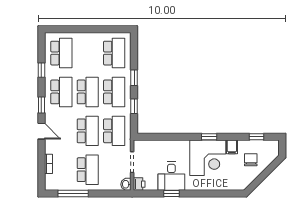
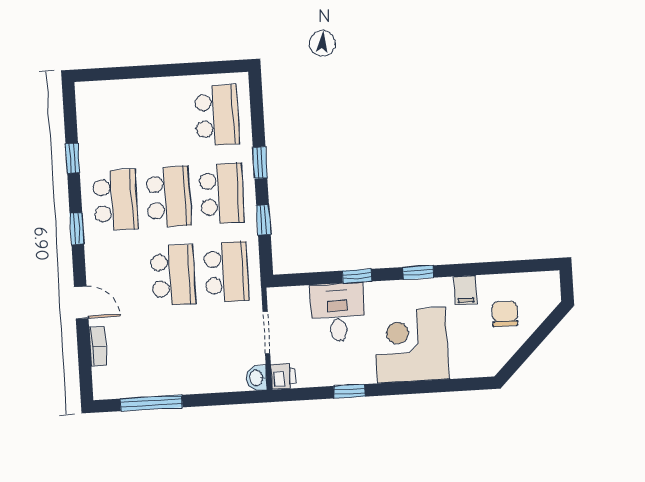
school desk: (61, 53) -> (111, 122), removed
door: (41, 131) -> (81, 303), moved
window: (256, 137) -> (357, 276), moved
corner desk: (208, 158) -> (411, 345), moved, turned 180
school desk: (88, 170) -> (178, 353), removed
desk: (171, 176) -> (338, 312), moved, turned 180

